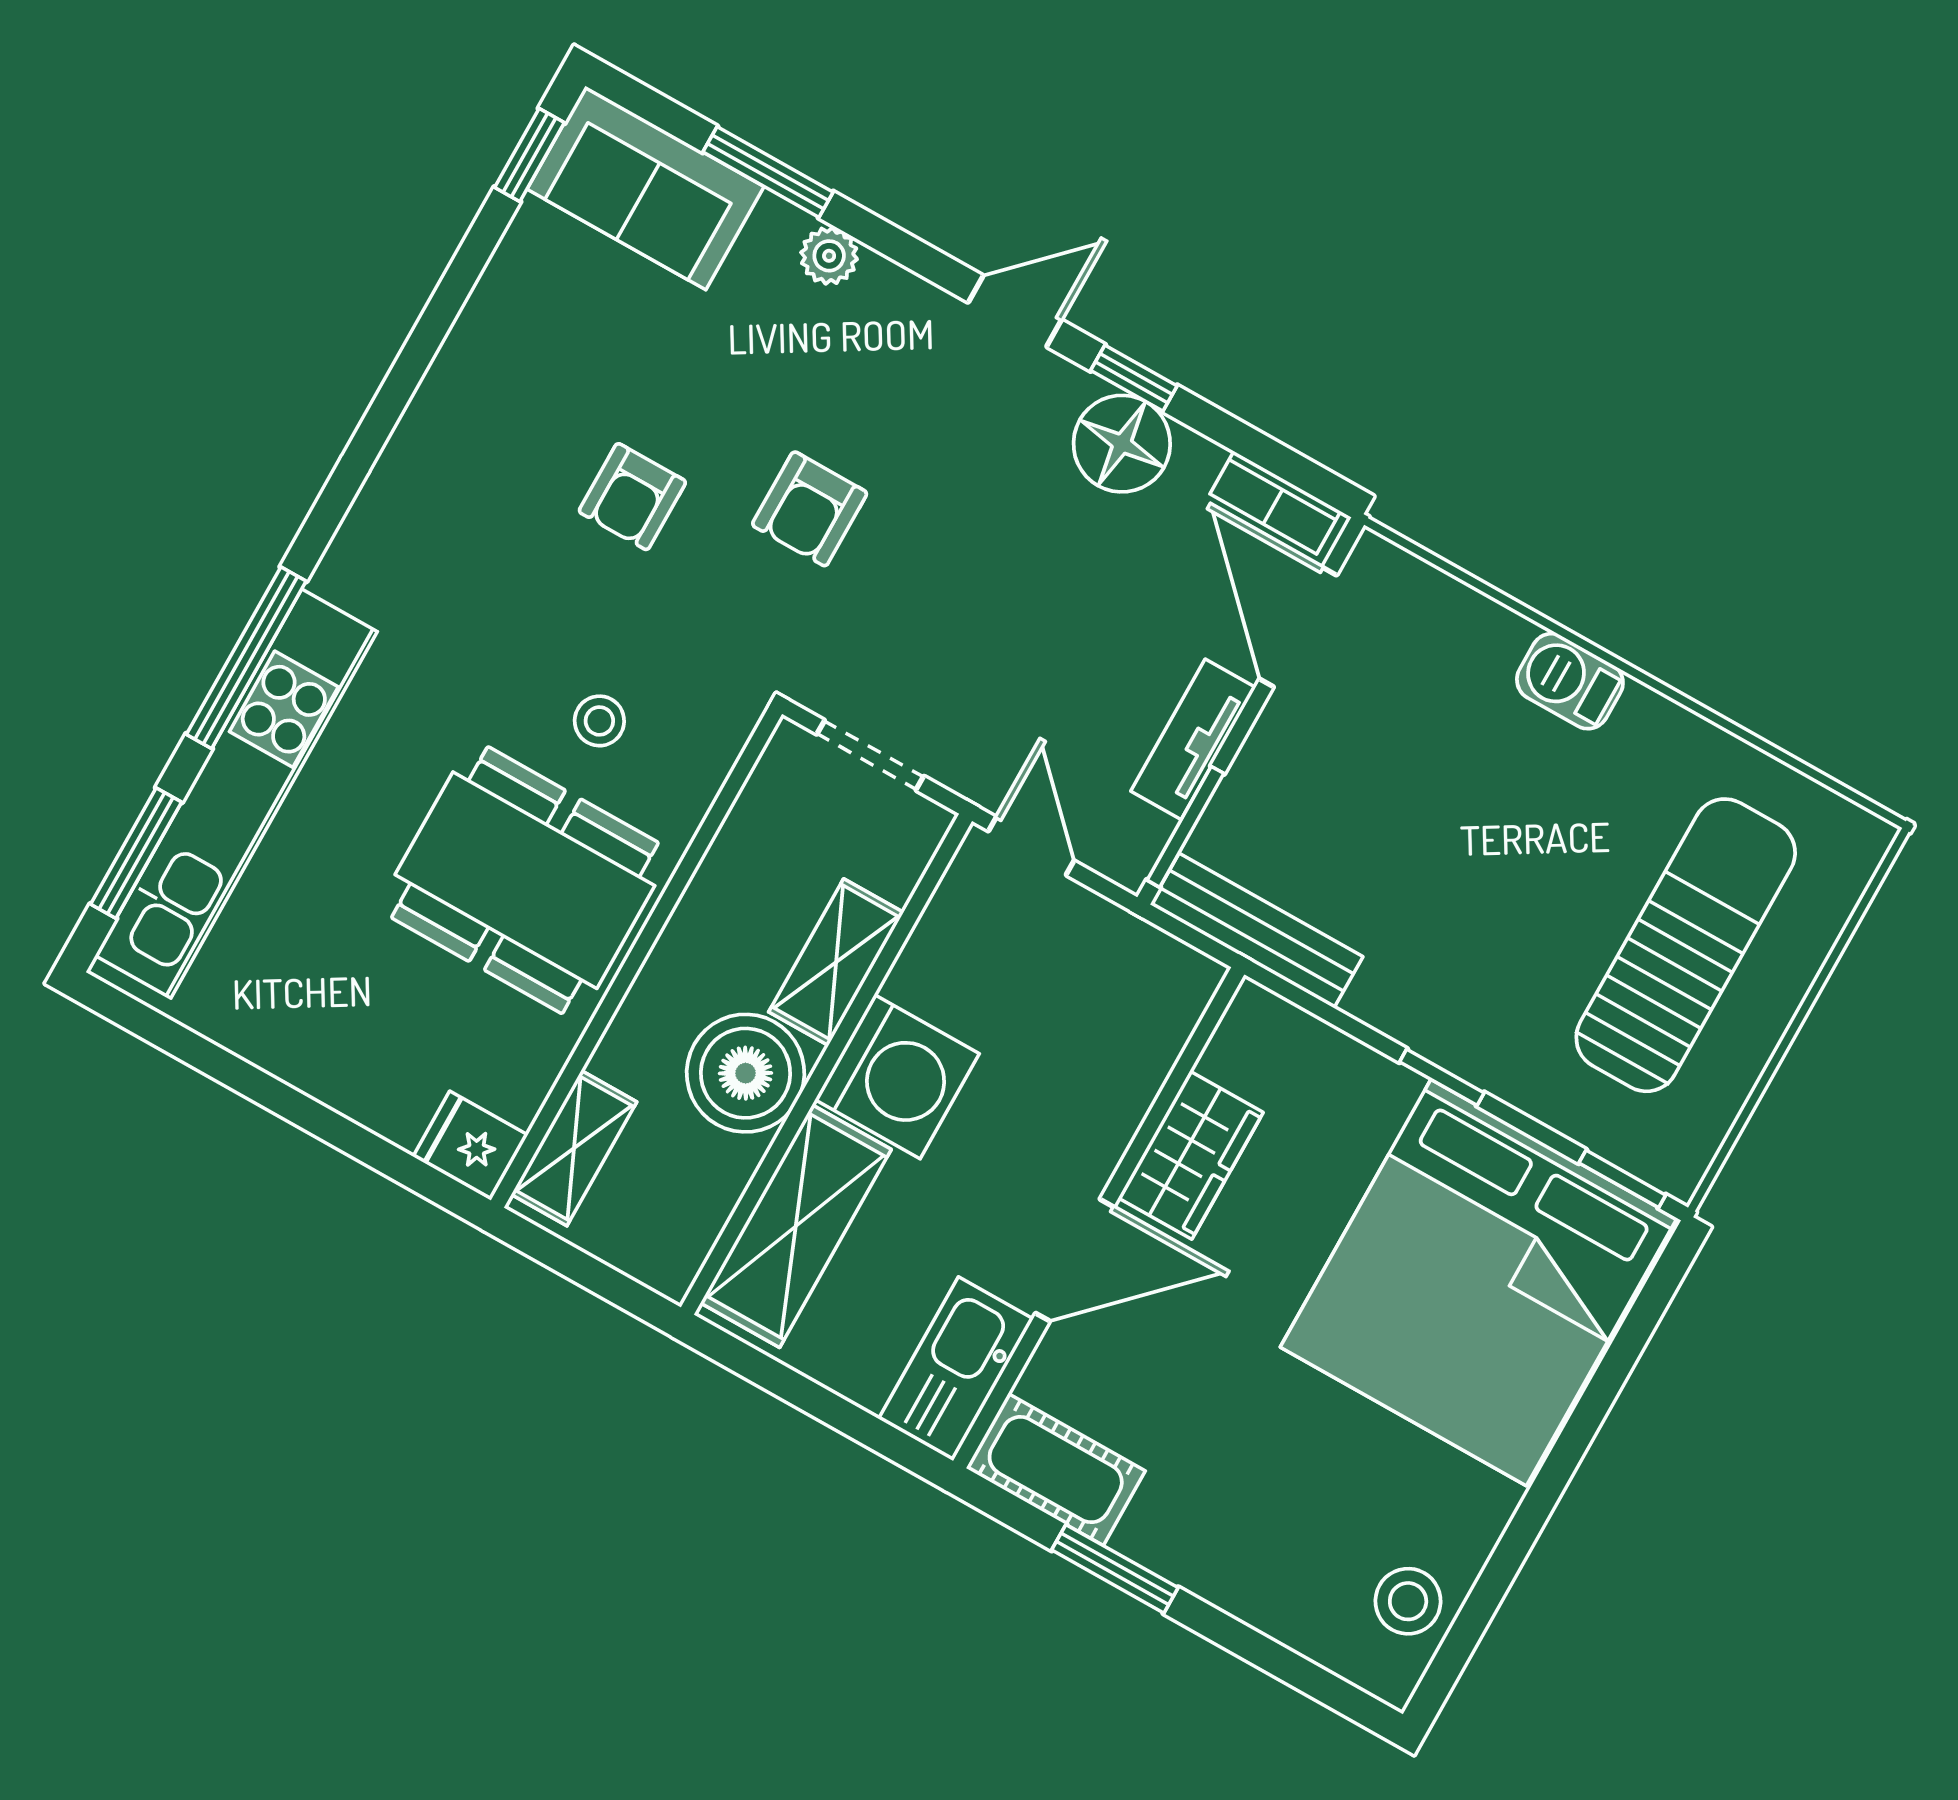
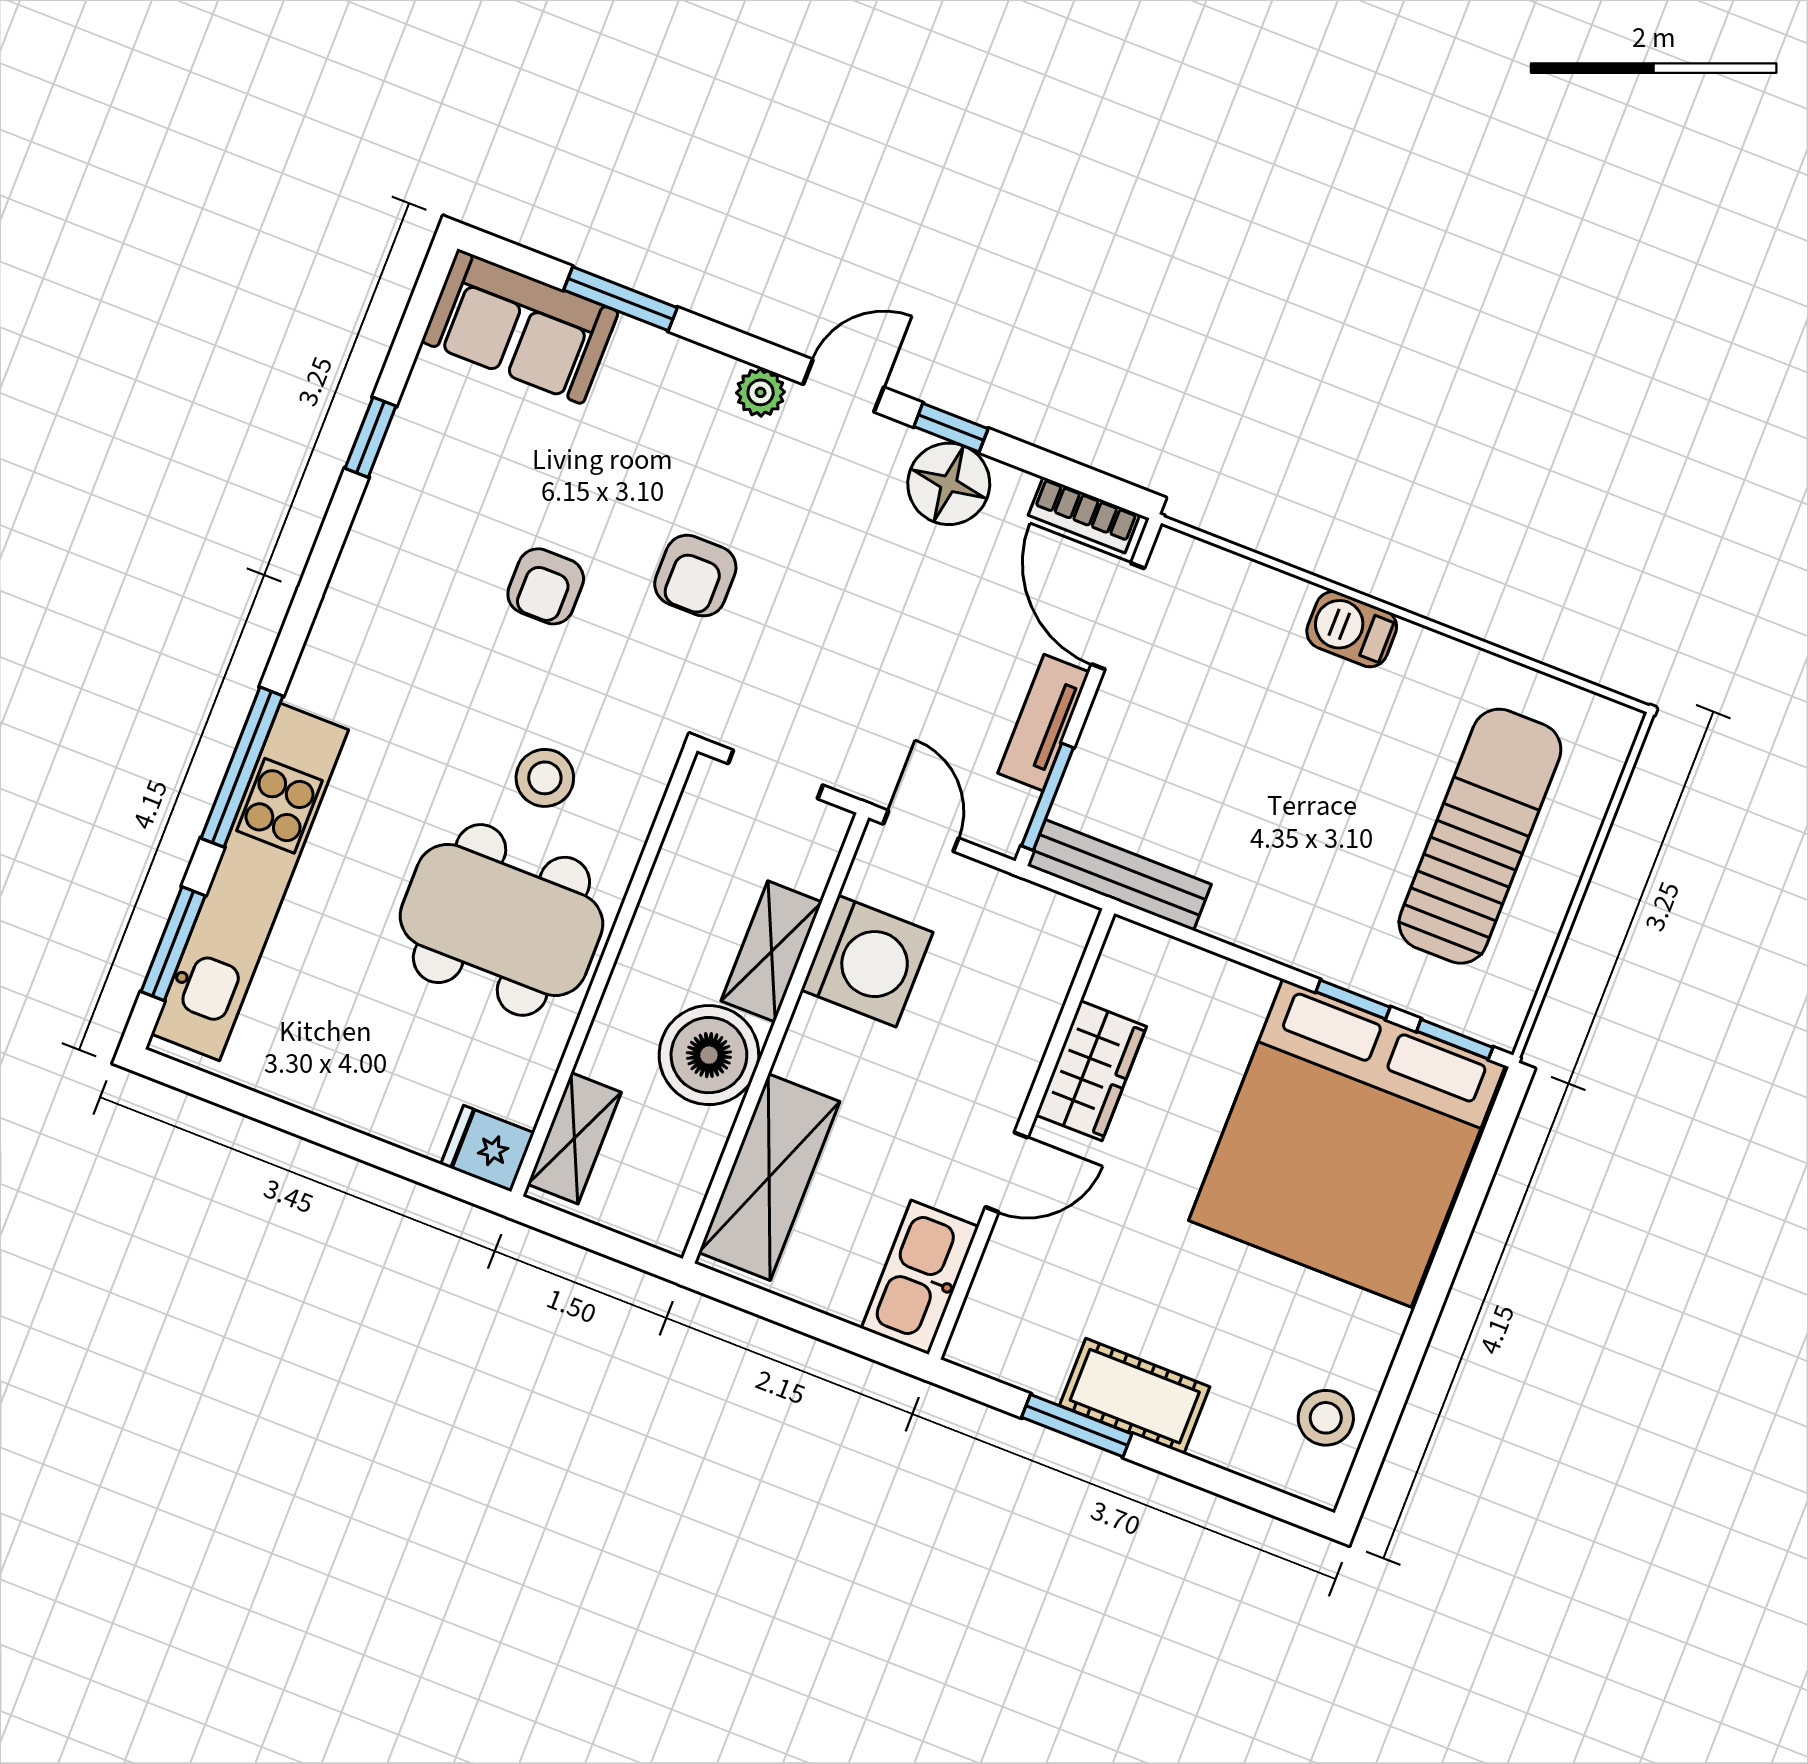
window: (529, 155) -> (371, 437), moved
plant: (829, 256) -> (761, 392), moved
stool: (599, 721) -> (545, 778), width x1.37, depth x1.37
washing machine: (897, 1077) -> (867, 961), moved
window: (1442, 1077) -> (1353, 1000), moved
door: (1075, 1260) -> (1007, 1172), width x0.73
cot: (1056, 1470) -> (1135, 1396), moved

